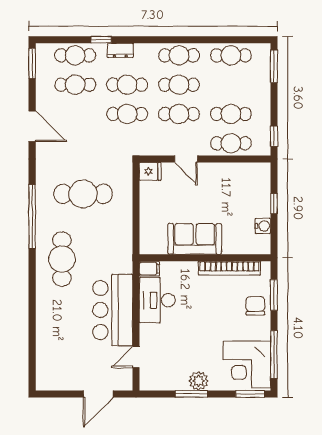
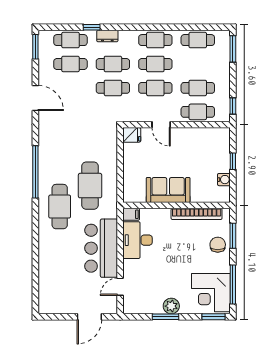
cafe table: (83, 194) -> (90, 186), moved, turned 90

